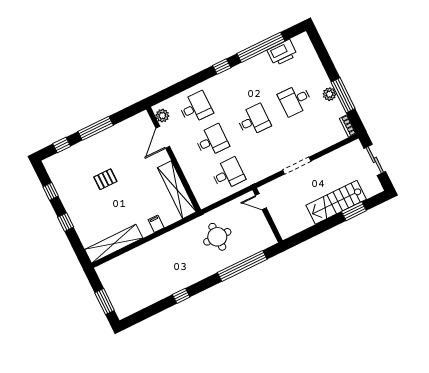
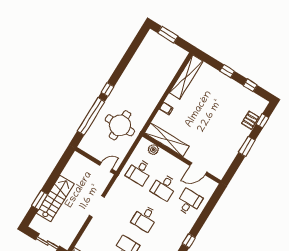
desk: (195, 108) -> (189, 202), turned 180
plant: (162, 116) -> (153, 150), moved
window: (96, 128) -> (247, 146), width x0.69
door: (163, 137) -> (198, 169), swing flipped
pallet: (105, 179) -> (250, 120), moved
round table: (217, 237) -> (120, 125), width x1.36, depth x1.36
window: (181, 296) -> (108, 90), moved

